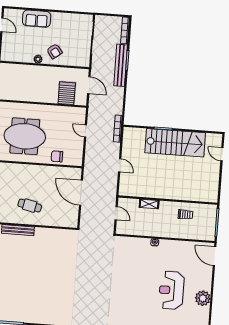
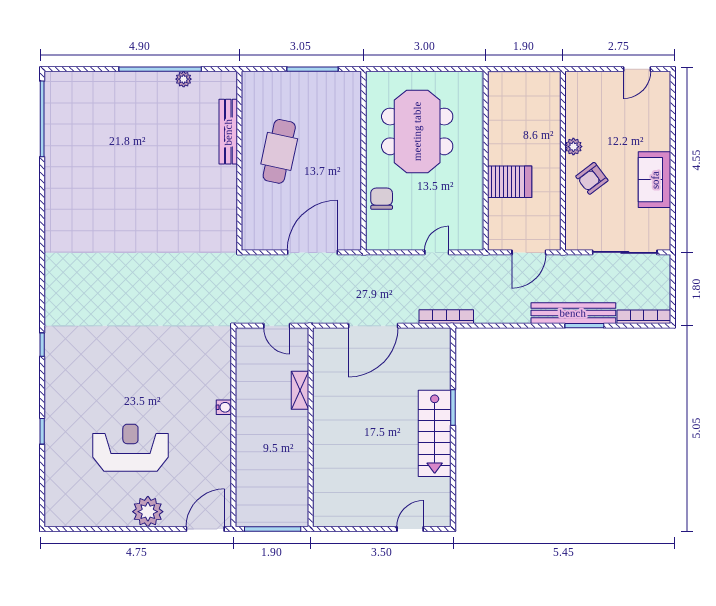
sofa: (37, 19) -> (655, 180), moved
server rack: (67, 93) -> (510, 182), moved
stairs: (175, 143) -> (435, 433), width x0.73, depth x0.66
door: (120, 165) -> (373, 326), width x1.88
cafe table: (30, 206) -> (279, 151), width x1.37, depth x1.35
door: (116, 213) -> (277, 326), hinge flipped
trolley: (185, 214) -> (284, 465), removed
plant: (203, 298) -> (148, 512), moved

